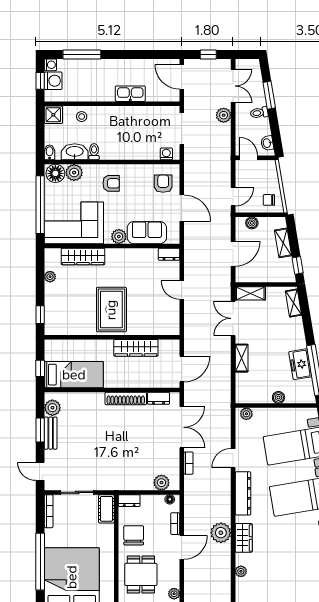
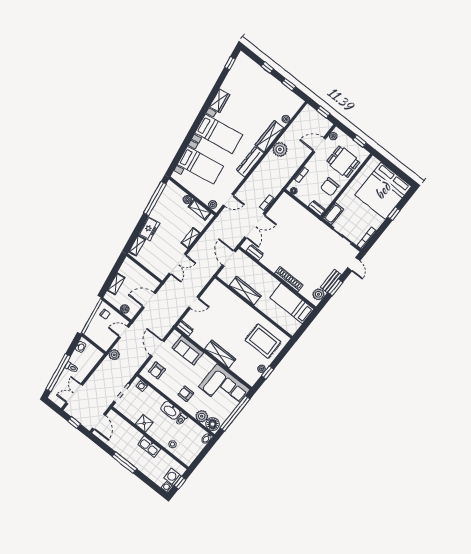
window: (82, 55) -> (124, 463), moved
kitchen sink: (130, 94) -> (149, 447), moved
window: (269, 95) -> (58, 373), width x2.11
shower: (53, 115) -> (144, 423), moved
plant: (224, 115) -> (114, 355), moved
washbasin: (75, 152) -> (171, 410), moved
door: (249, 158) -> (98, 347), removed
plant: (119, 236) -> (205, 361), removed
wardrobe: (83, 257) -> (220, 354), moved
window: (298, 265) -> (118, 265), removed
door: (182, 290) -> (194, 303), hinge flipped
shelving: (250, 293) -> (200, 210), moved
rug: (111, 310) -> (263, 341), moved, turned 90
window: (40, 315) -> (268, 373), moved
freezer: (300, 364) -> (149, 229), moved
window: (40, 368) -> (308, 322), removed
door: (182, 369) -> (229, 258), hinge flipped
shoe rack: (126, 398) -> (289, 279), moved
double door: (182, 427) -> (255, 226), swing flipped
door: (233, 458) -> (228, 200), moved
plant: (161, 483) -> (291, 204), removed
wardrobe: (244, 538) -> (269, 136), width x1.50
door: (182, 547) -> (319, 145), moved
window: (40, 562) -> (394, 214), width x0.32
dining table: (141, 574) -> (343, 162), turned 90

